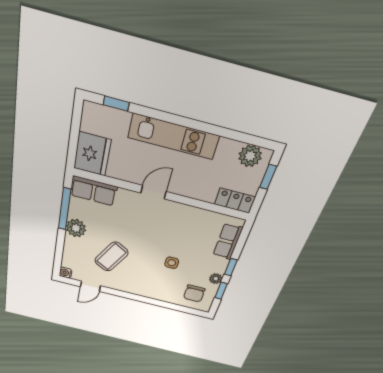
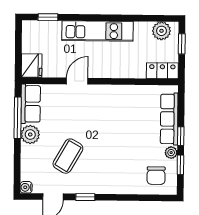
fridge: (92, 154) -> (32, 66), width x0.73, depth x0.75
row of seats: (94, 191) -> (31, 104), moved, turned -90
door: (153, 192) -> (77, 81), moved
row of seats: (228, 241) -> (169, 119), width x1.48
side table: (172, 263) -> (126, 147), removed
window: (121, 294) -> (85, 197), added

